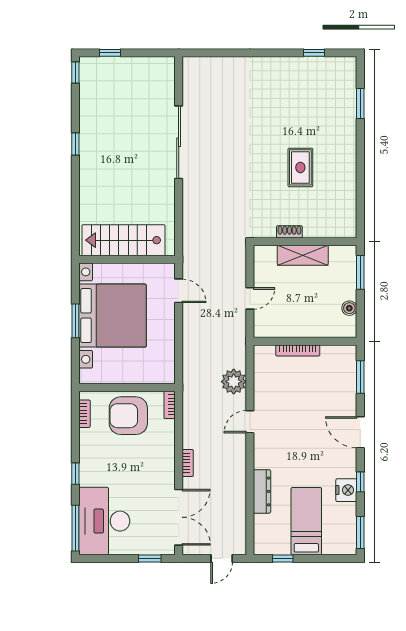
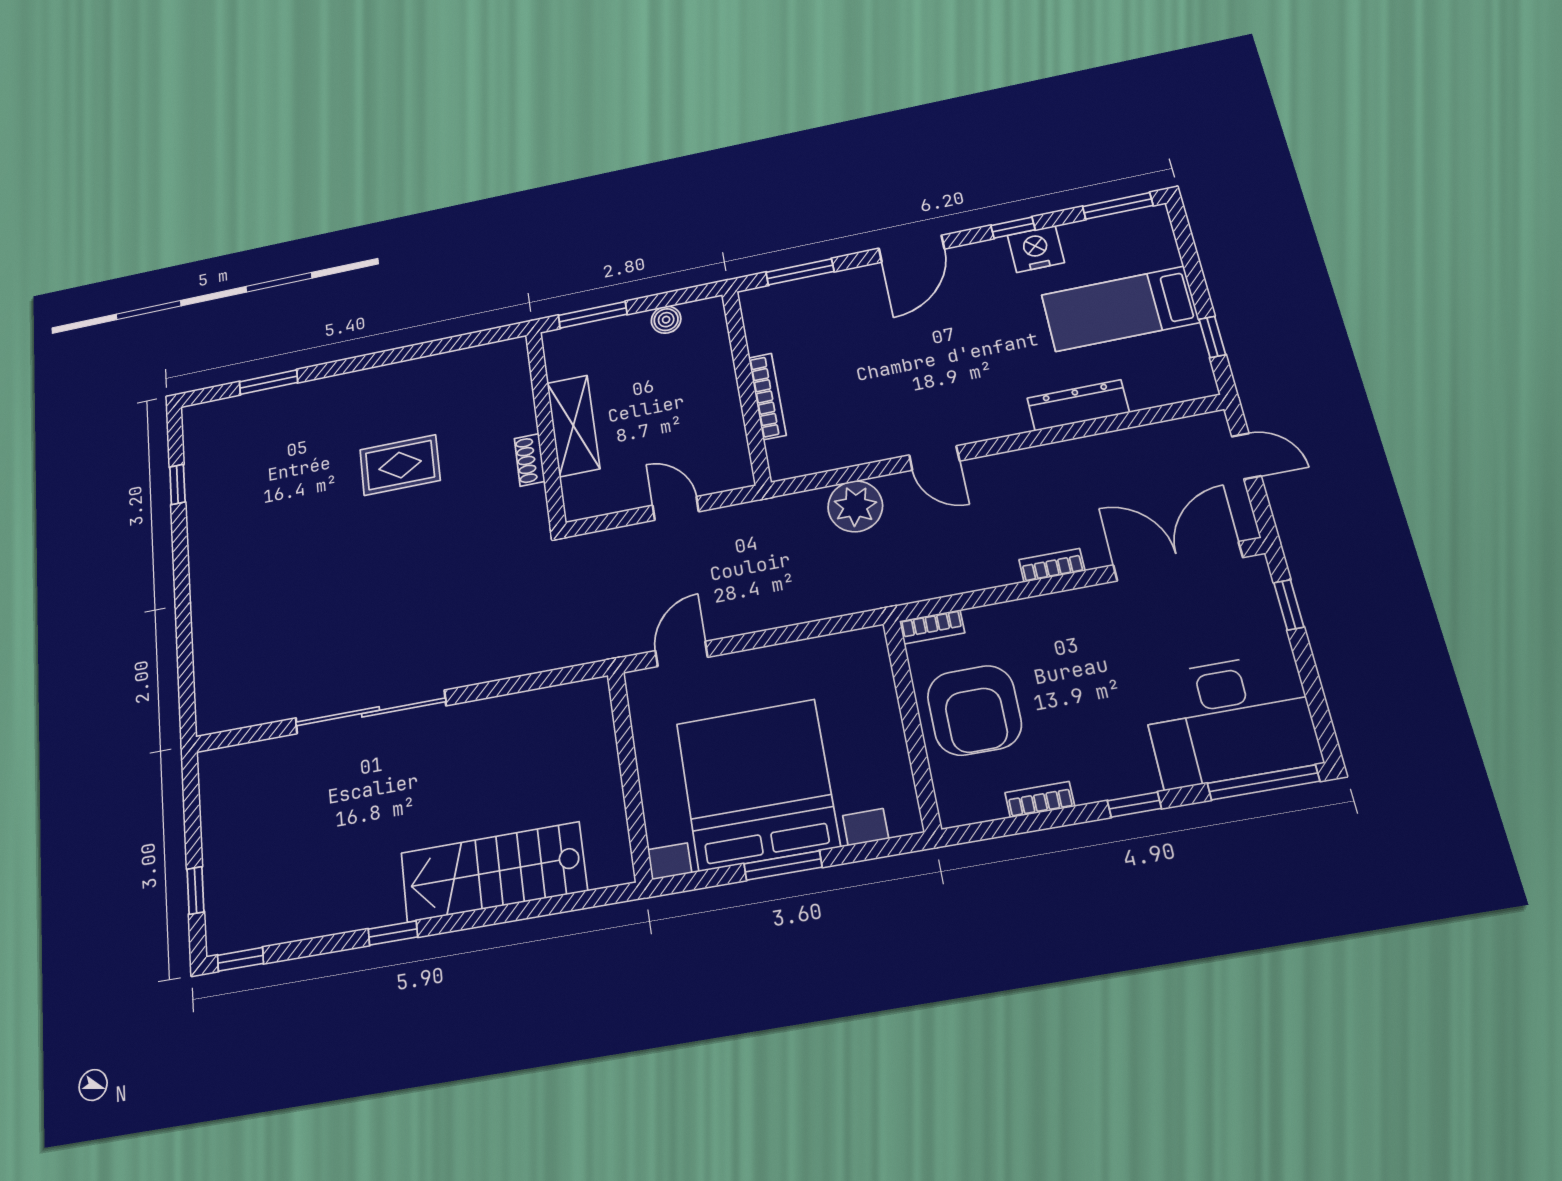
stairs: (123, 240) -> (493, 872), moved, turned 90
bookcase: (85, 414) -> (1040, 799), moved

